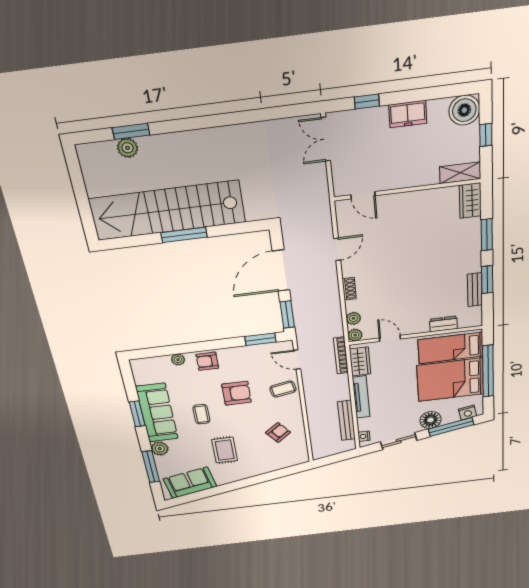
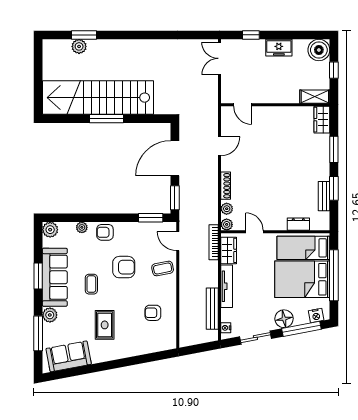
shoe rack: (349, 289) -> (226, 186), width x1.43
plant: (140, 367) -> (50, 230), added
armchair: (278, 432) -> (153, 313), turned -142

